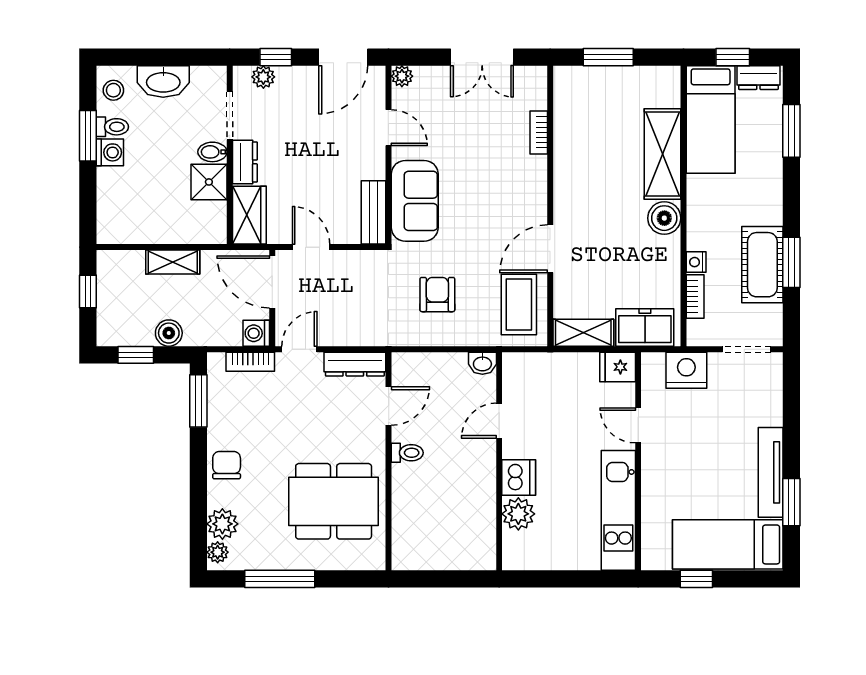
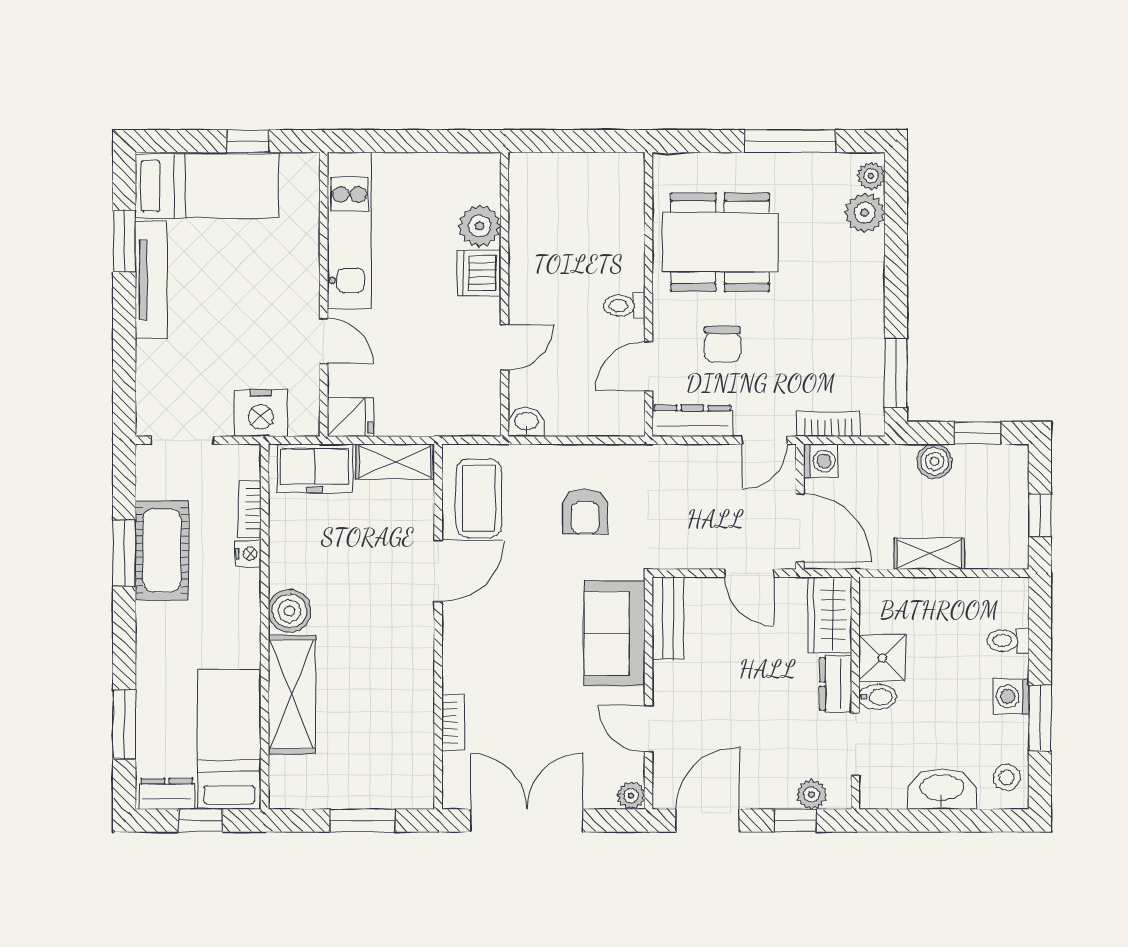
double door: (482, 57) -> (527, 821), width x1.37
toilet: (112, 127) -> (1008, 641), moved
chair: (227, 465) -> (722, 344), moved

